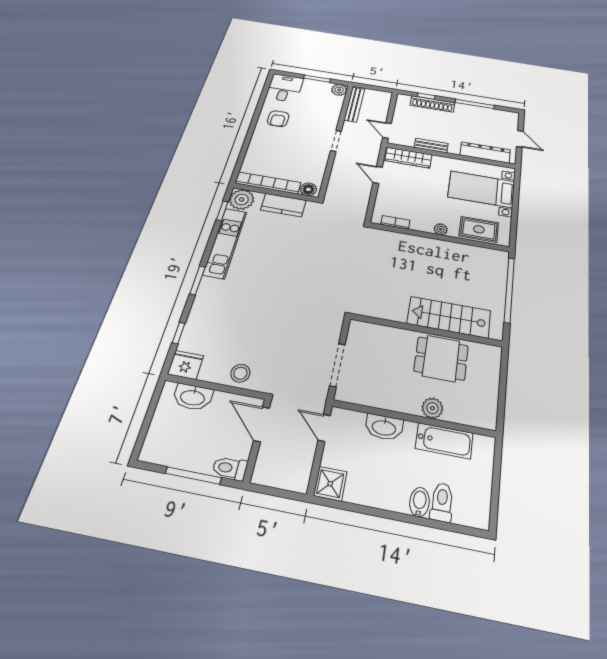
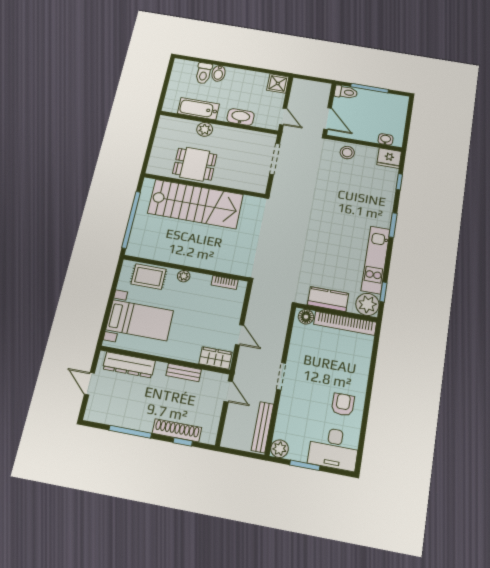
desk: (285, 88) -> (334, 449), width x1.37
wardrobe: (408, 158) -> (216, 358), width x0.67
stairs: (449, 317) -> (195, 204), width x1.36, depth x1.51
washbasin: (193, 397) -> (386, 139), width x0.52, depth x0.69

